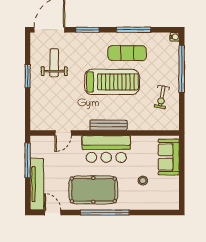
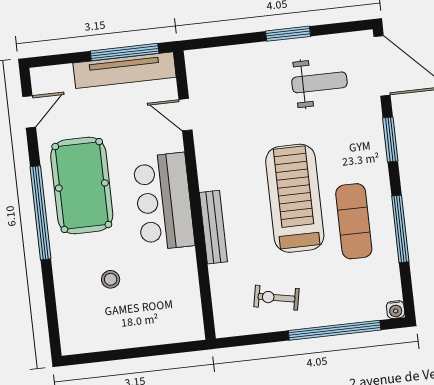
treadmill: (112, 82) -> (295, 198), turned 180
bench: (108, 125) -> (213, 227), moved
sofa: (169, 157) -> (162, 324), removed
tv unit: (37, 184) -> (125, 70), moved

